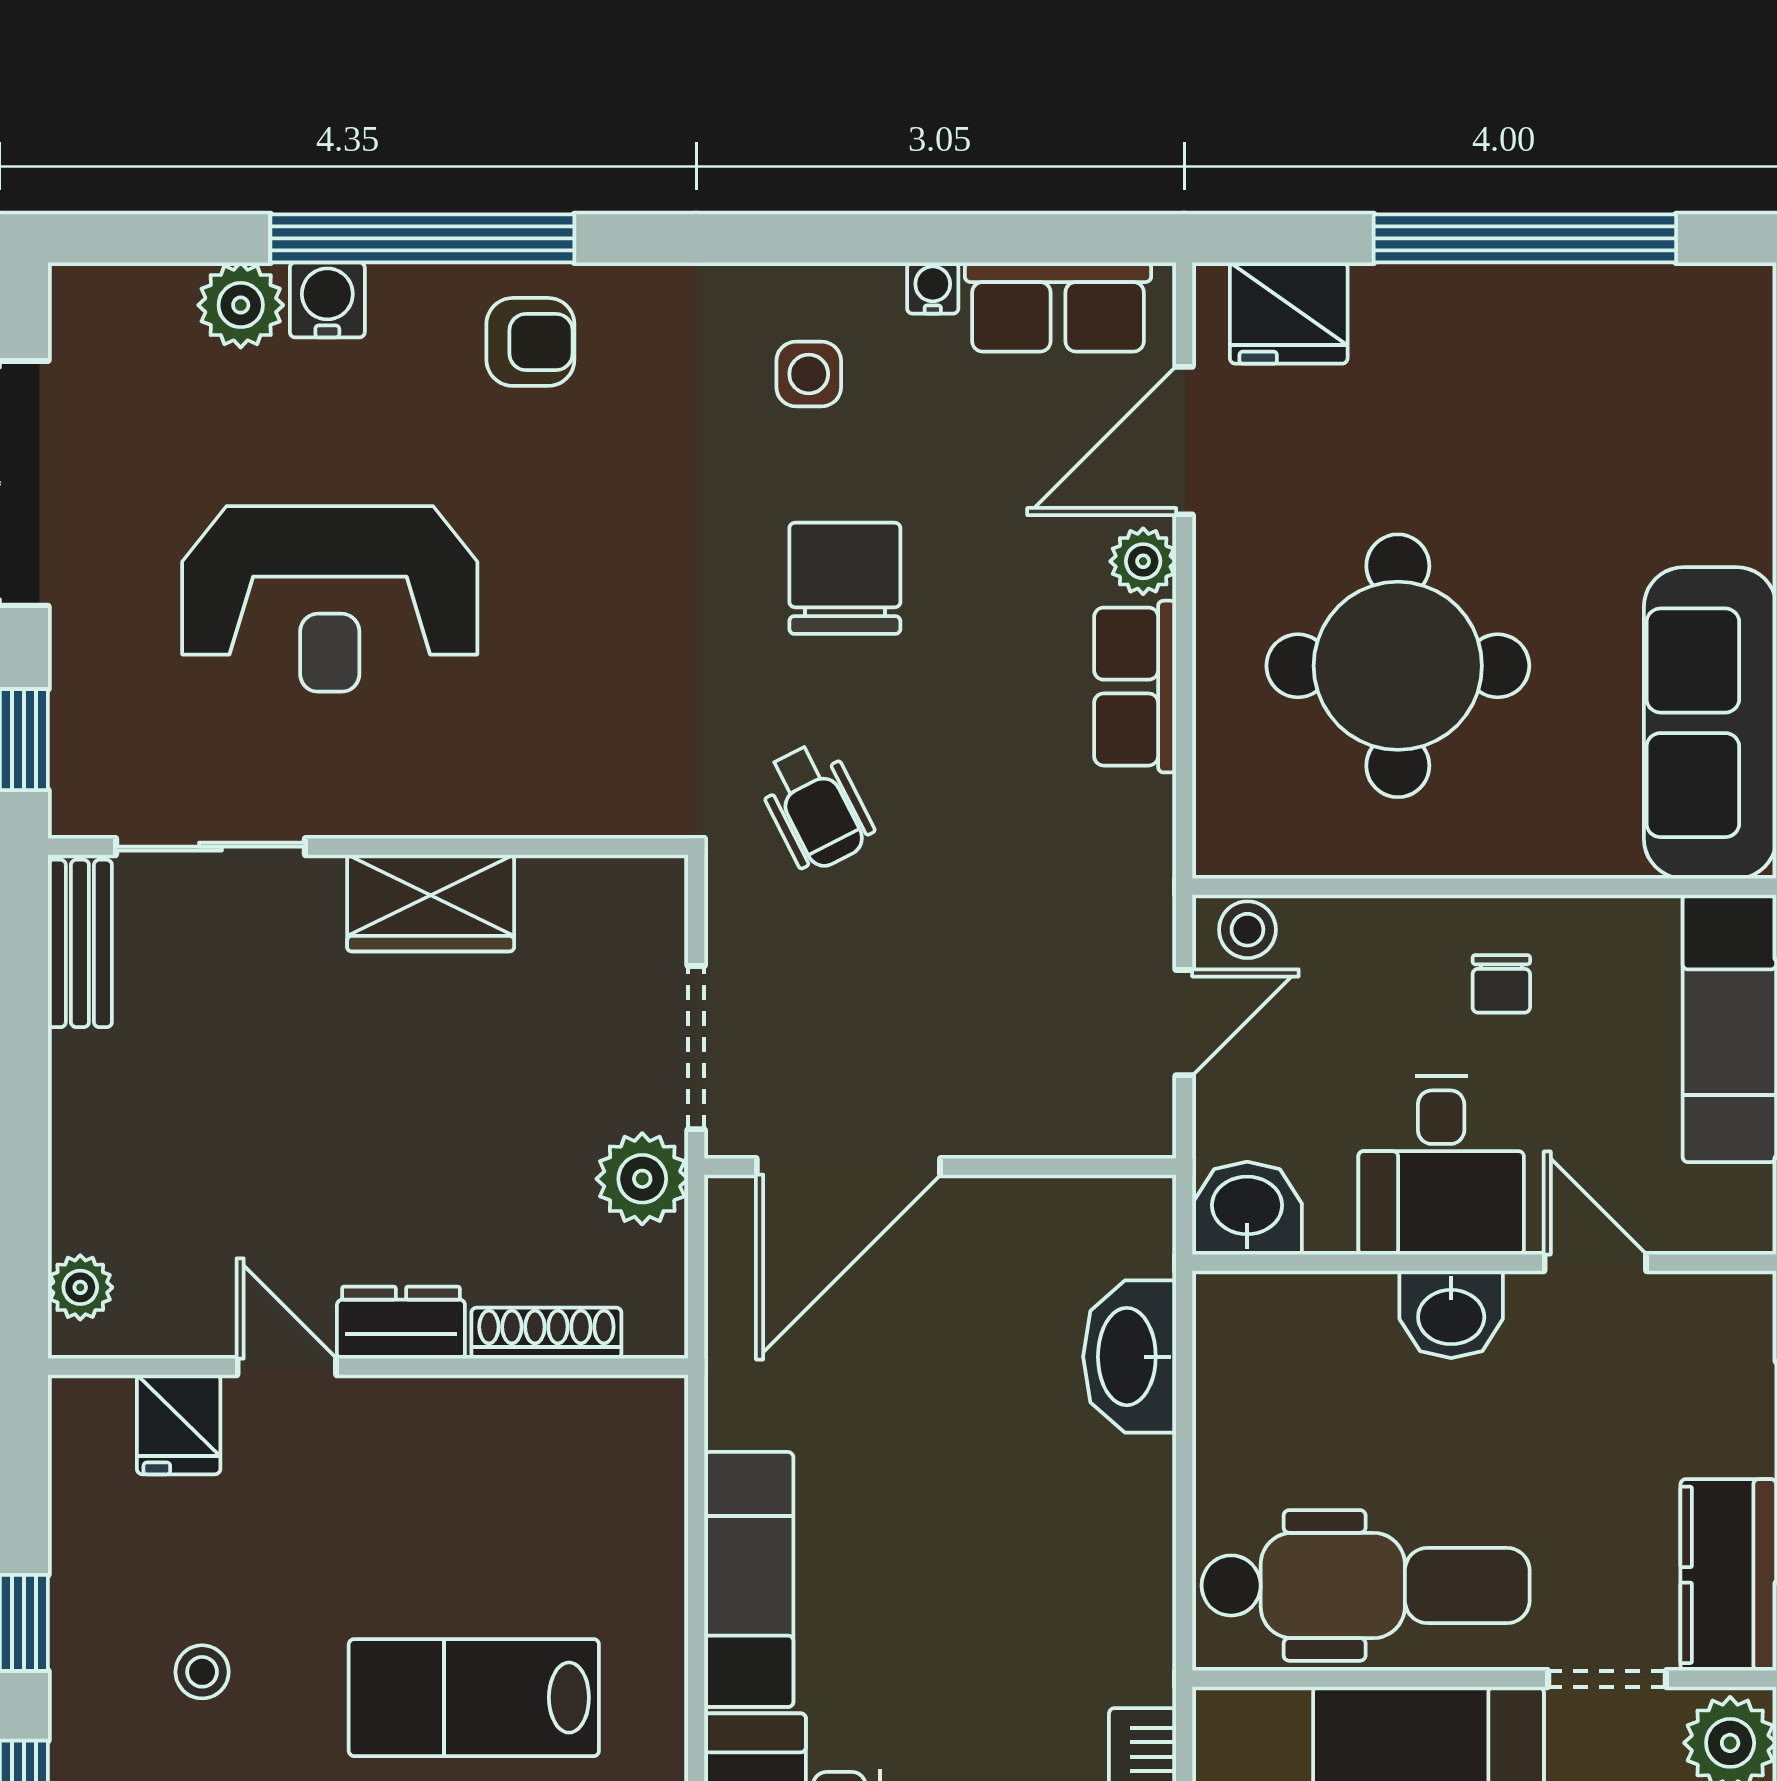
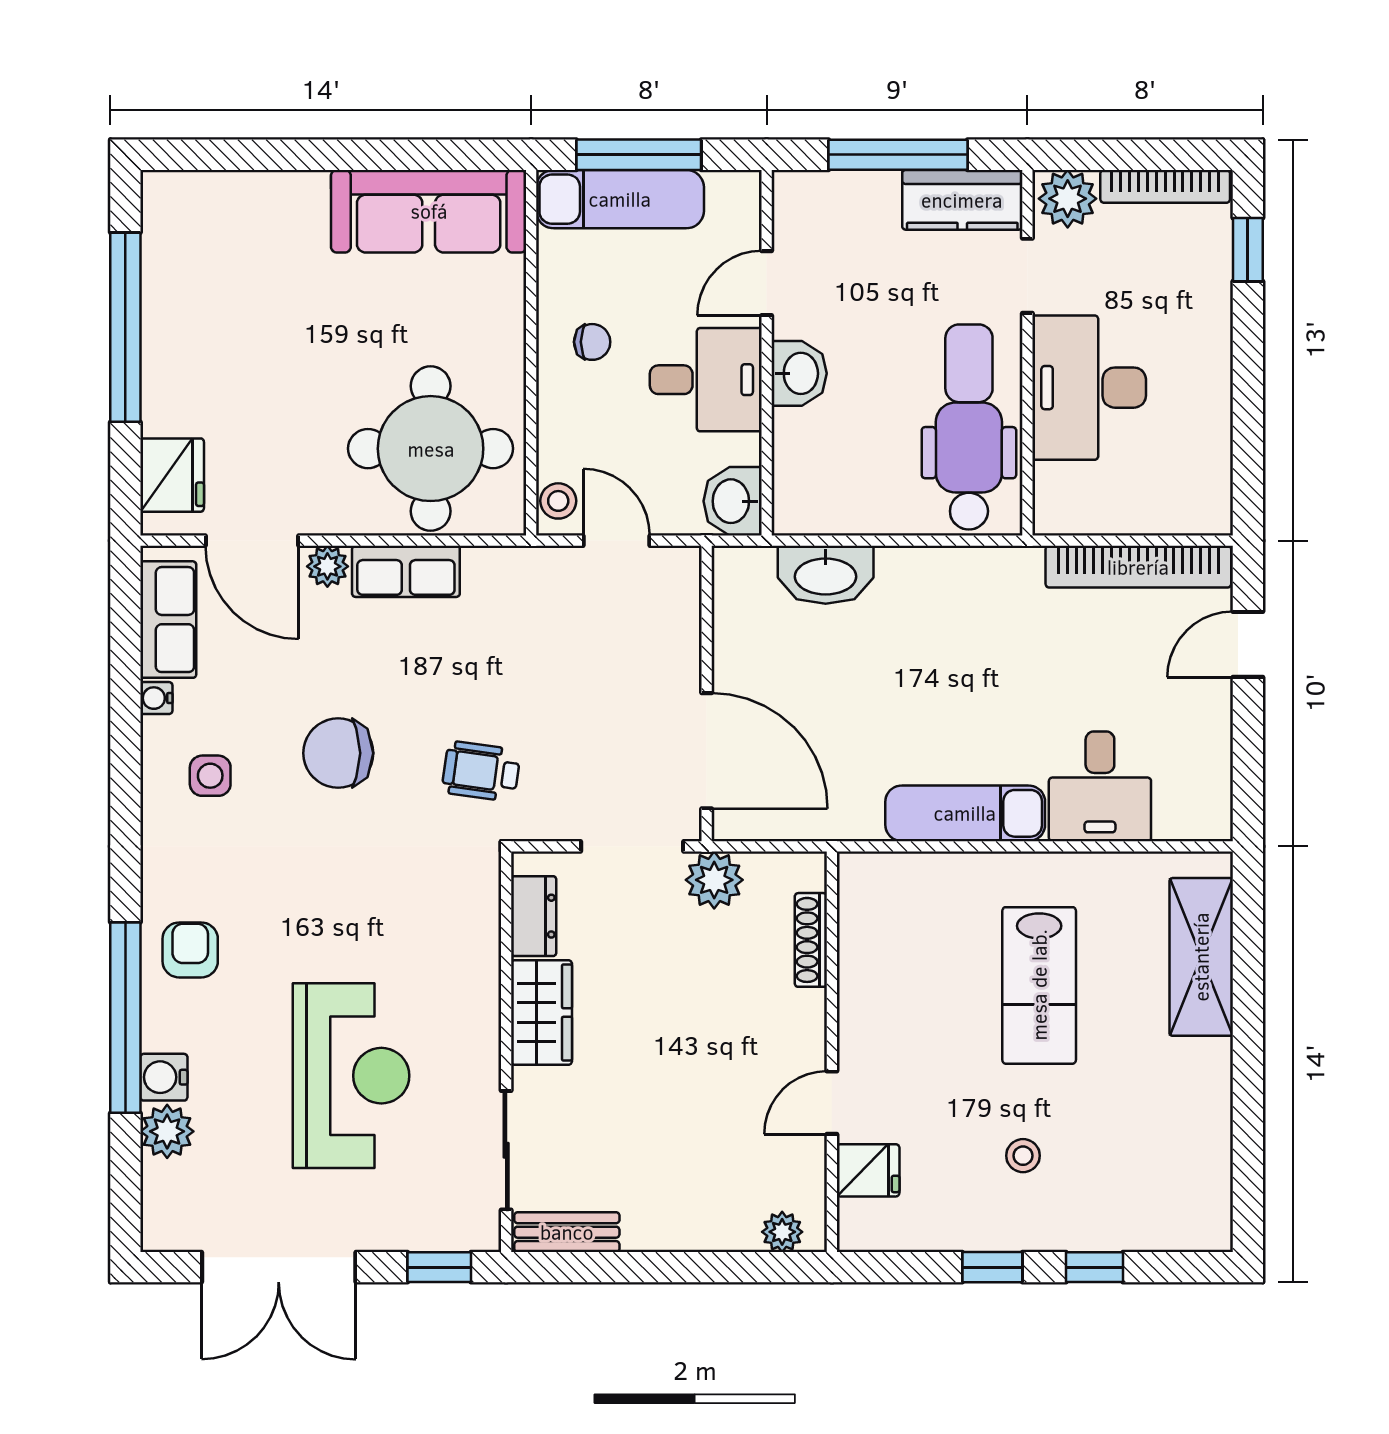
round table: (1398, 666) -> (431, 449), moved
wheelchair: (816, 807) -> (481, 771), turned -145
dresser: (401, 1323) -> (534, 916), moved, turned 180

